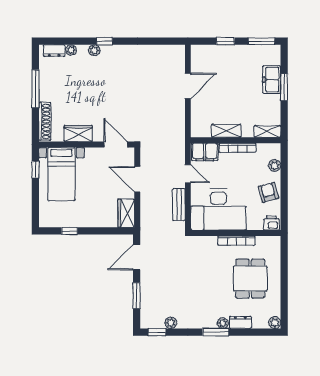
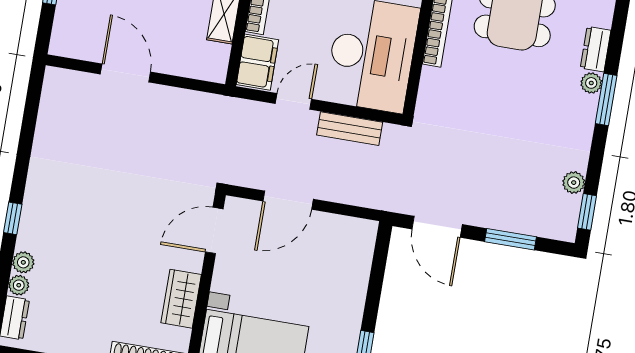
plant: (94, 50) -> (23, 262), moved
wardrobe: (126, 213) -> (349, 232), removed

